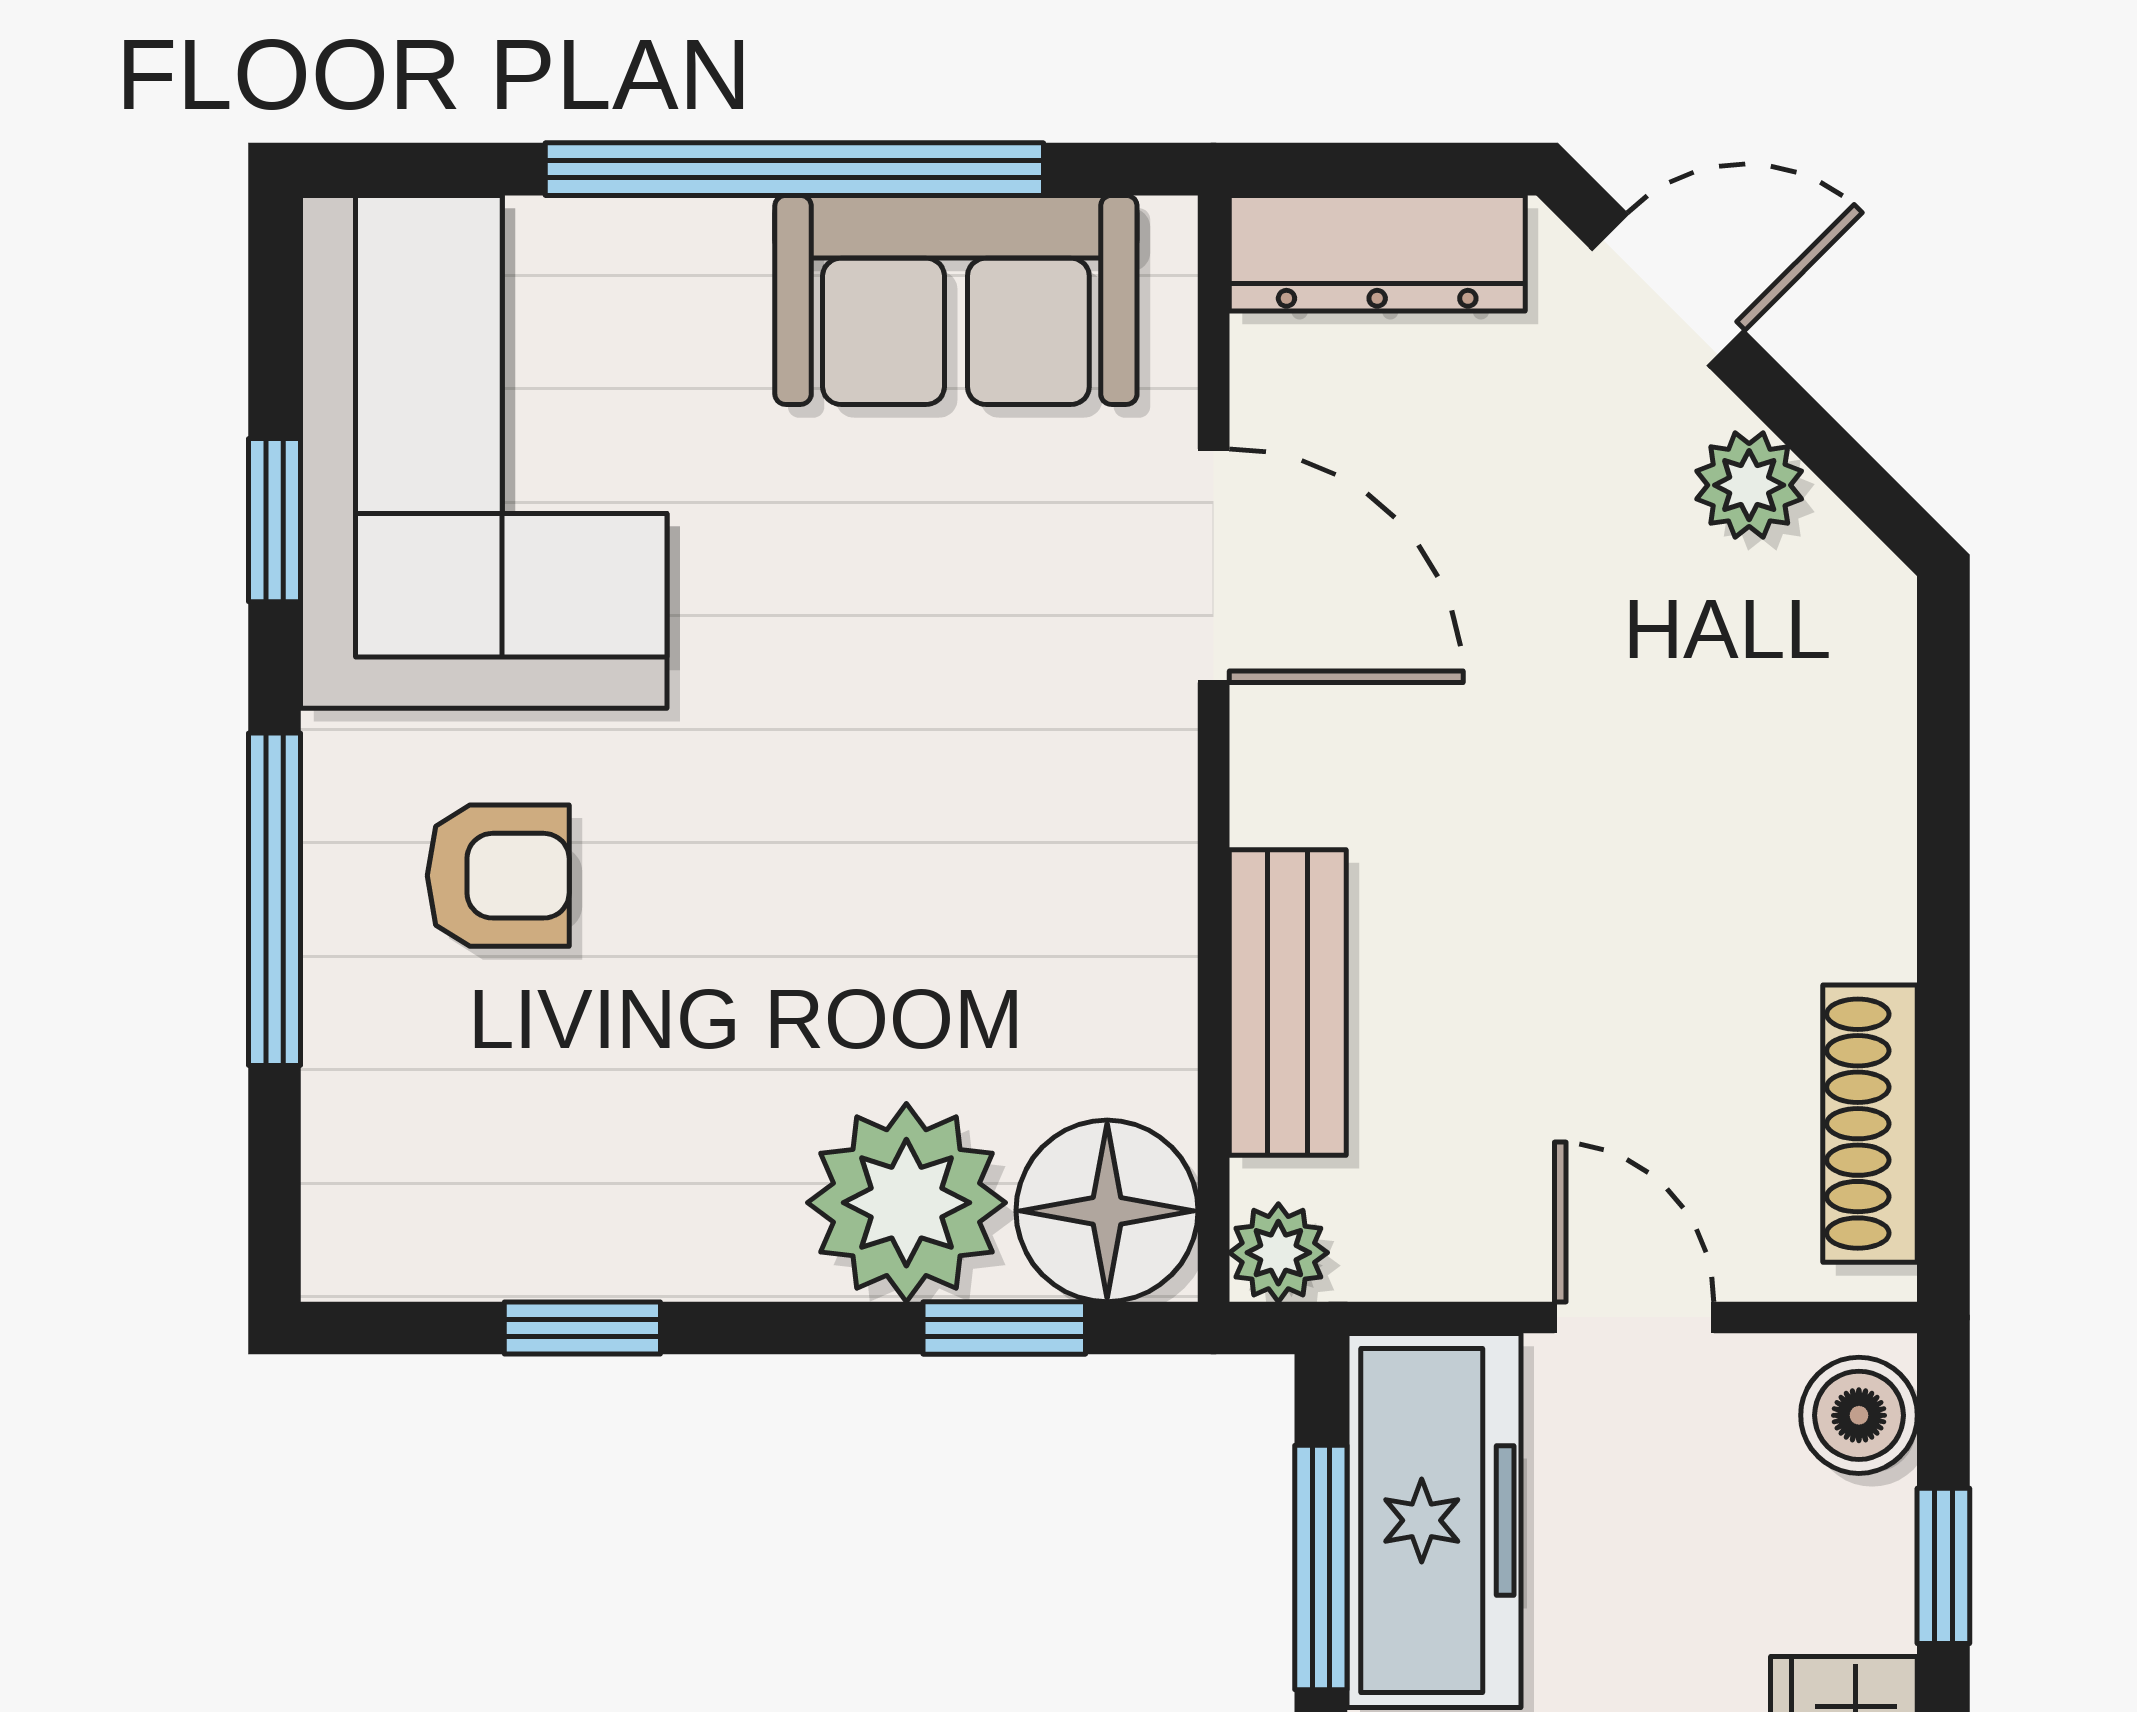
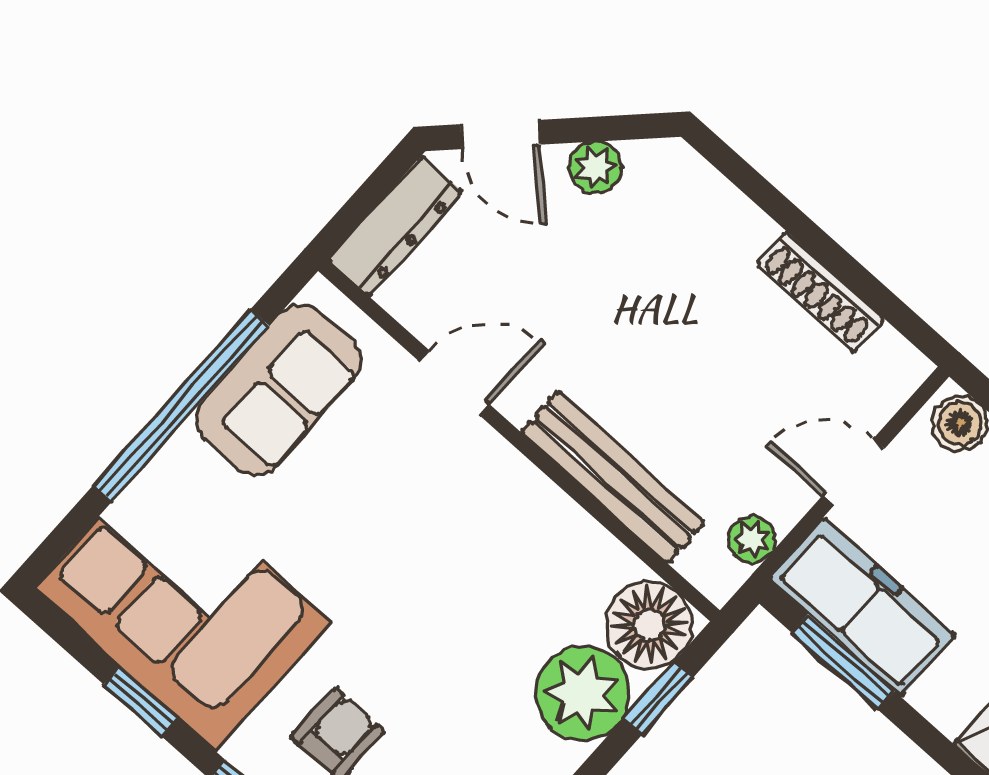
door: (1668, 290) -> (500, 134), swing flipped
door: (1214, 566) -> (454, 383), width x0.73
bench: (1288, 1003) -> (613, 477), width x1.36
shoe rack: (1870, 1124) -> (820, 291), moved
plant: (1278, 1253) -> (752, 539), moved

